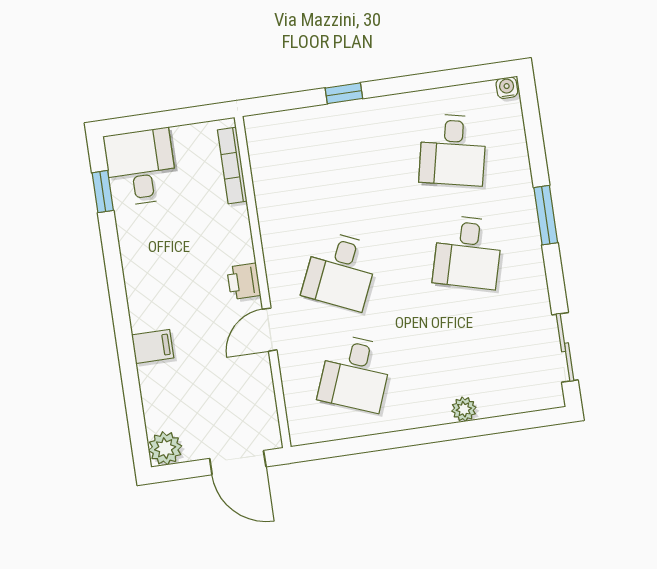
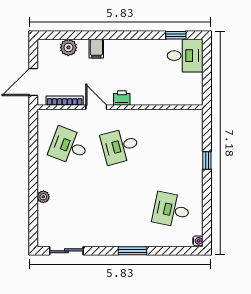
bookcase: (232, 165) -> (65, 101), moved
desk: (468, 252) -> (120, 210), removed
desk: (340, 271) -> (120, 146), turned -39
plant: (165, 448) -> (68, 47), moved

